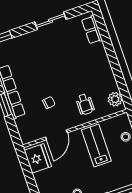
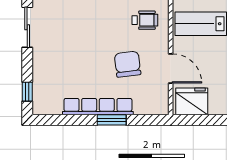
chair: (49, 103) -> (128, 64), width x1.87, depth x1.87

